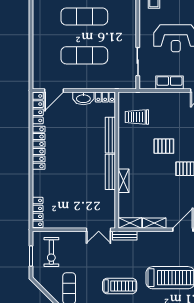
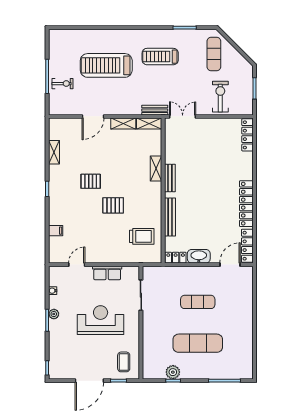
exercise mat: (84, 55) -> (198, 302), width x0.73, depth x0.69
bench: (110, 172) -> (170, 178), width x0.73
exercise bike: (51, 252) -> (220, 97), moved

